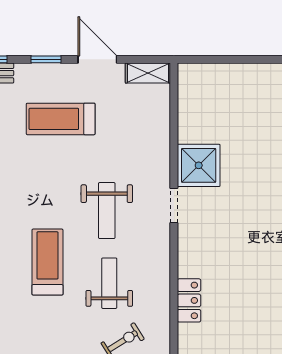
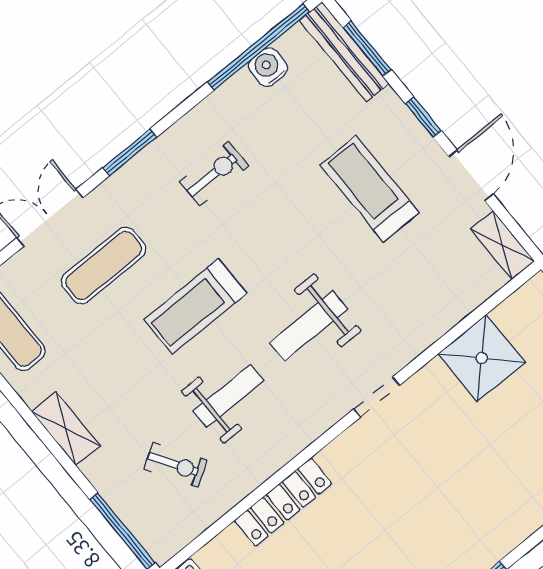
shower: (199, 165) -> (482, 358), moved
treadmill: (47, 262) -> (195, 306), turned 180
locker: (189, 300) -> (283, 502), width x1.53

